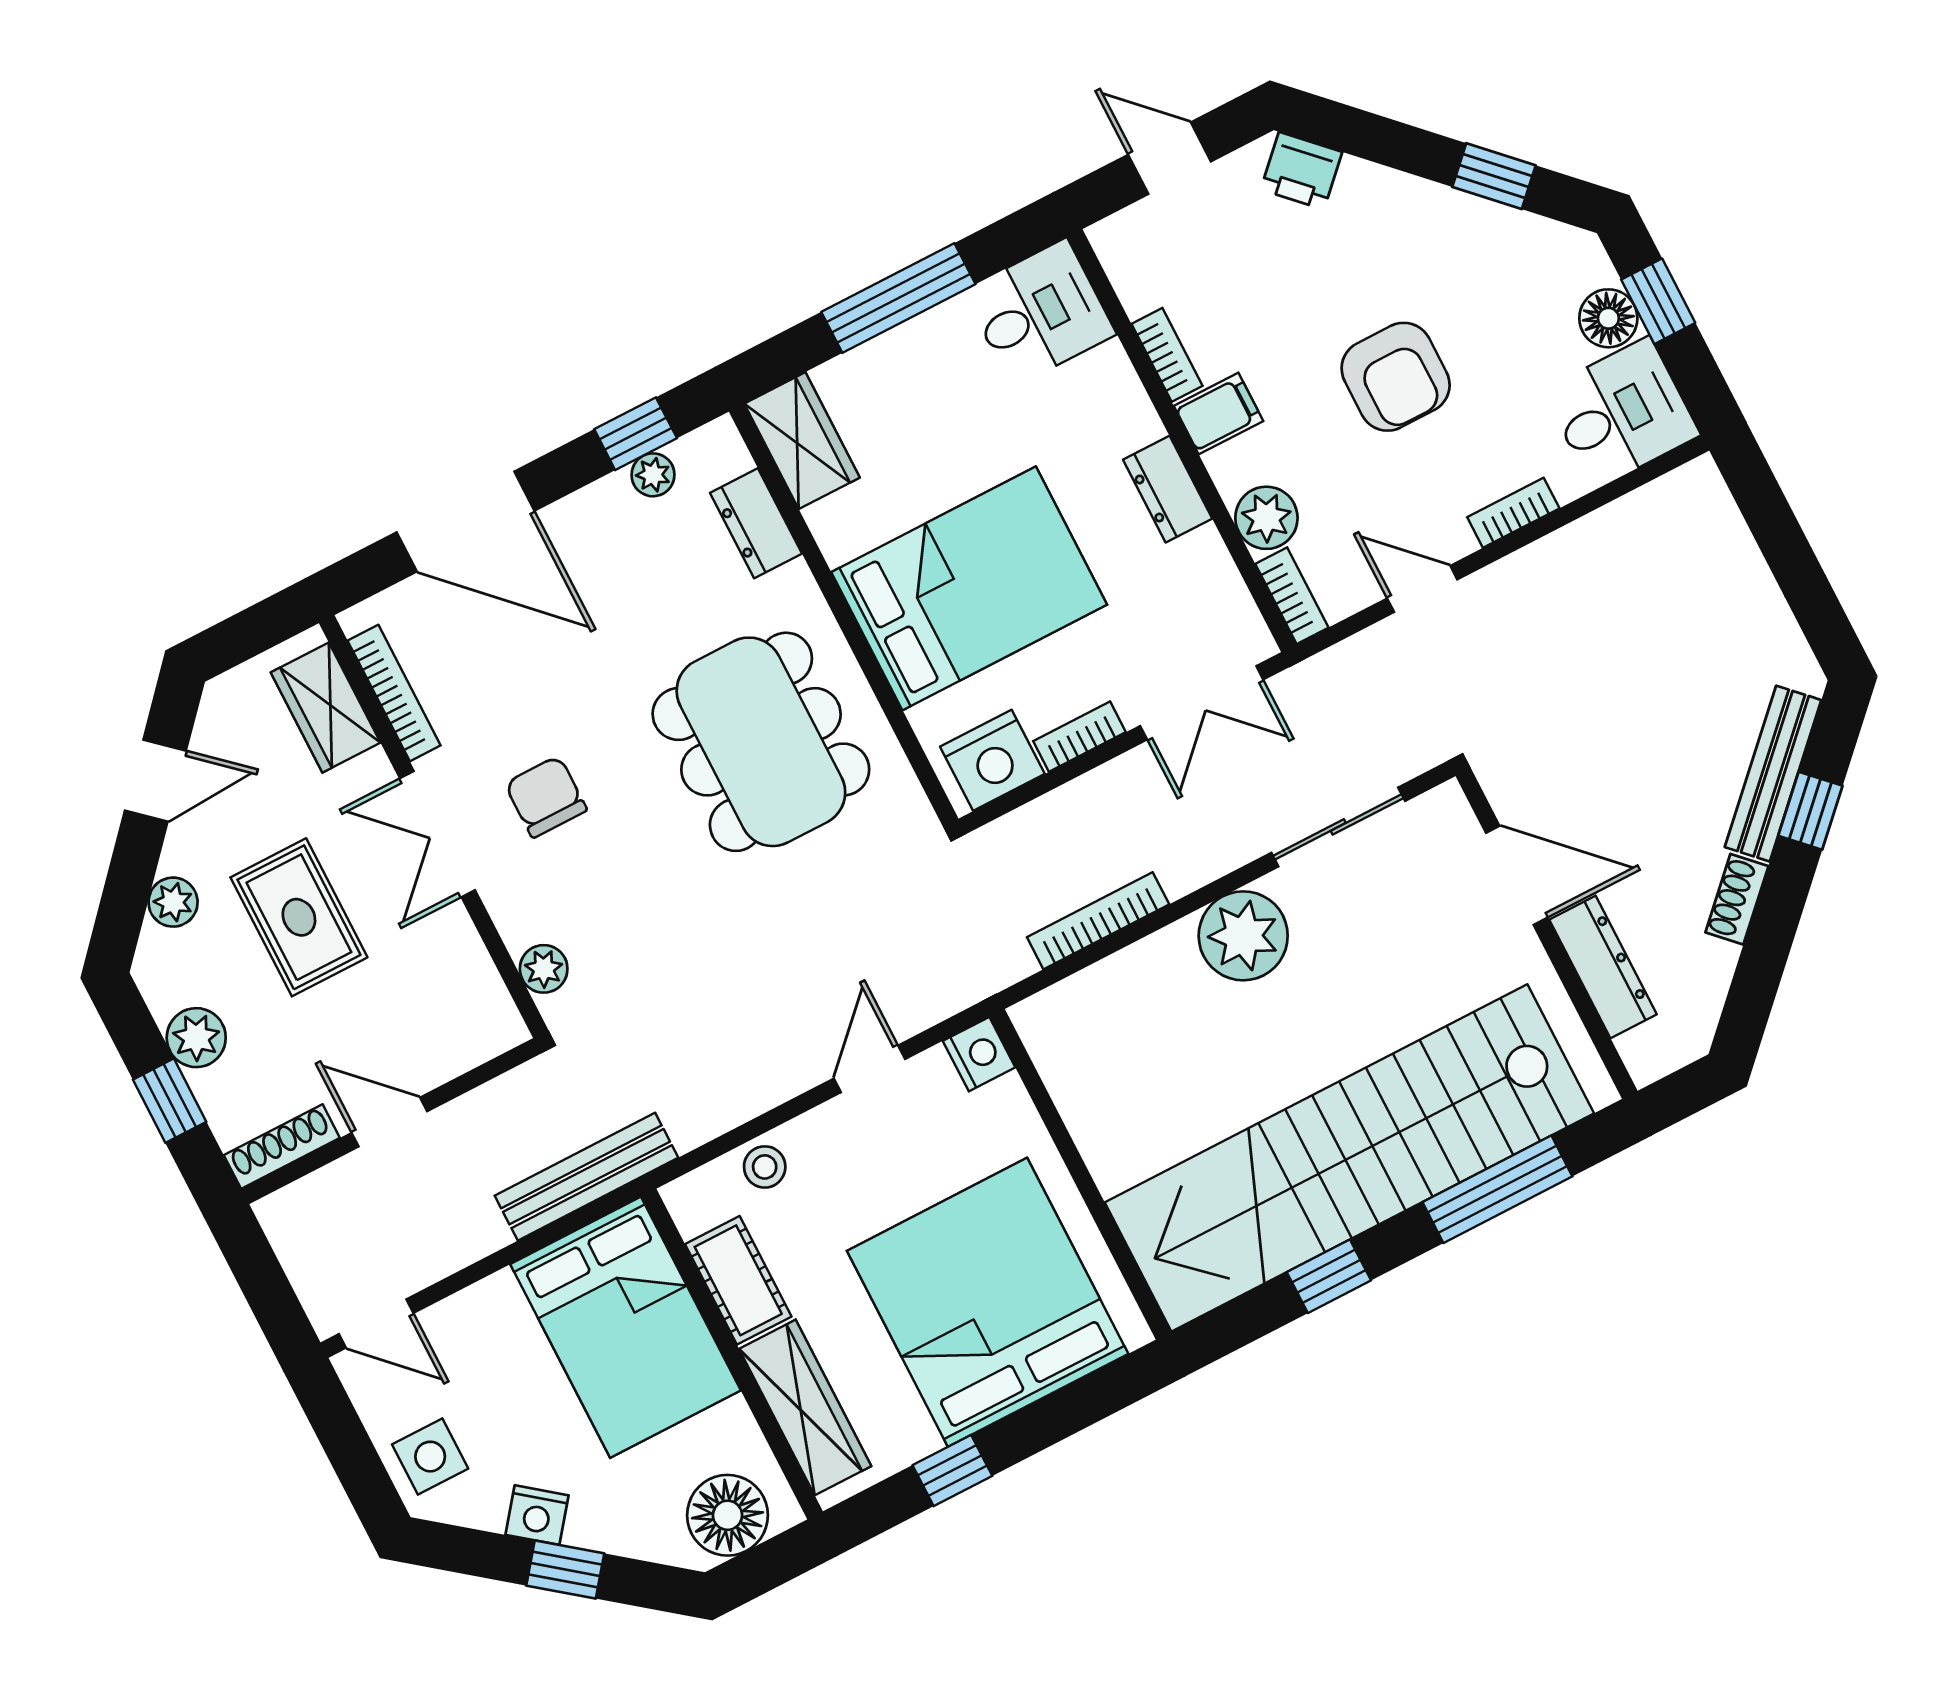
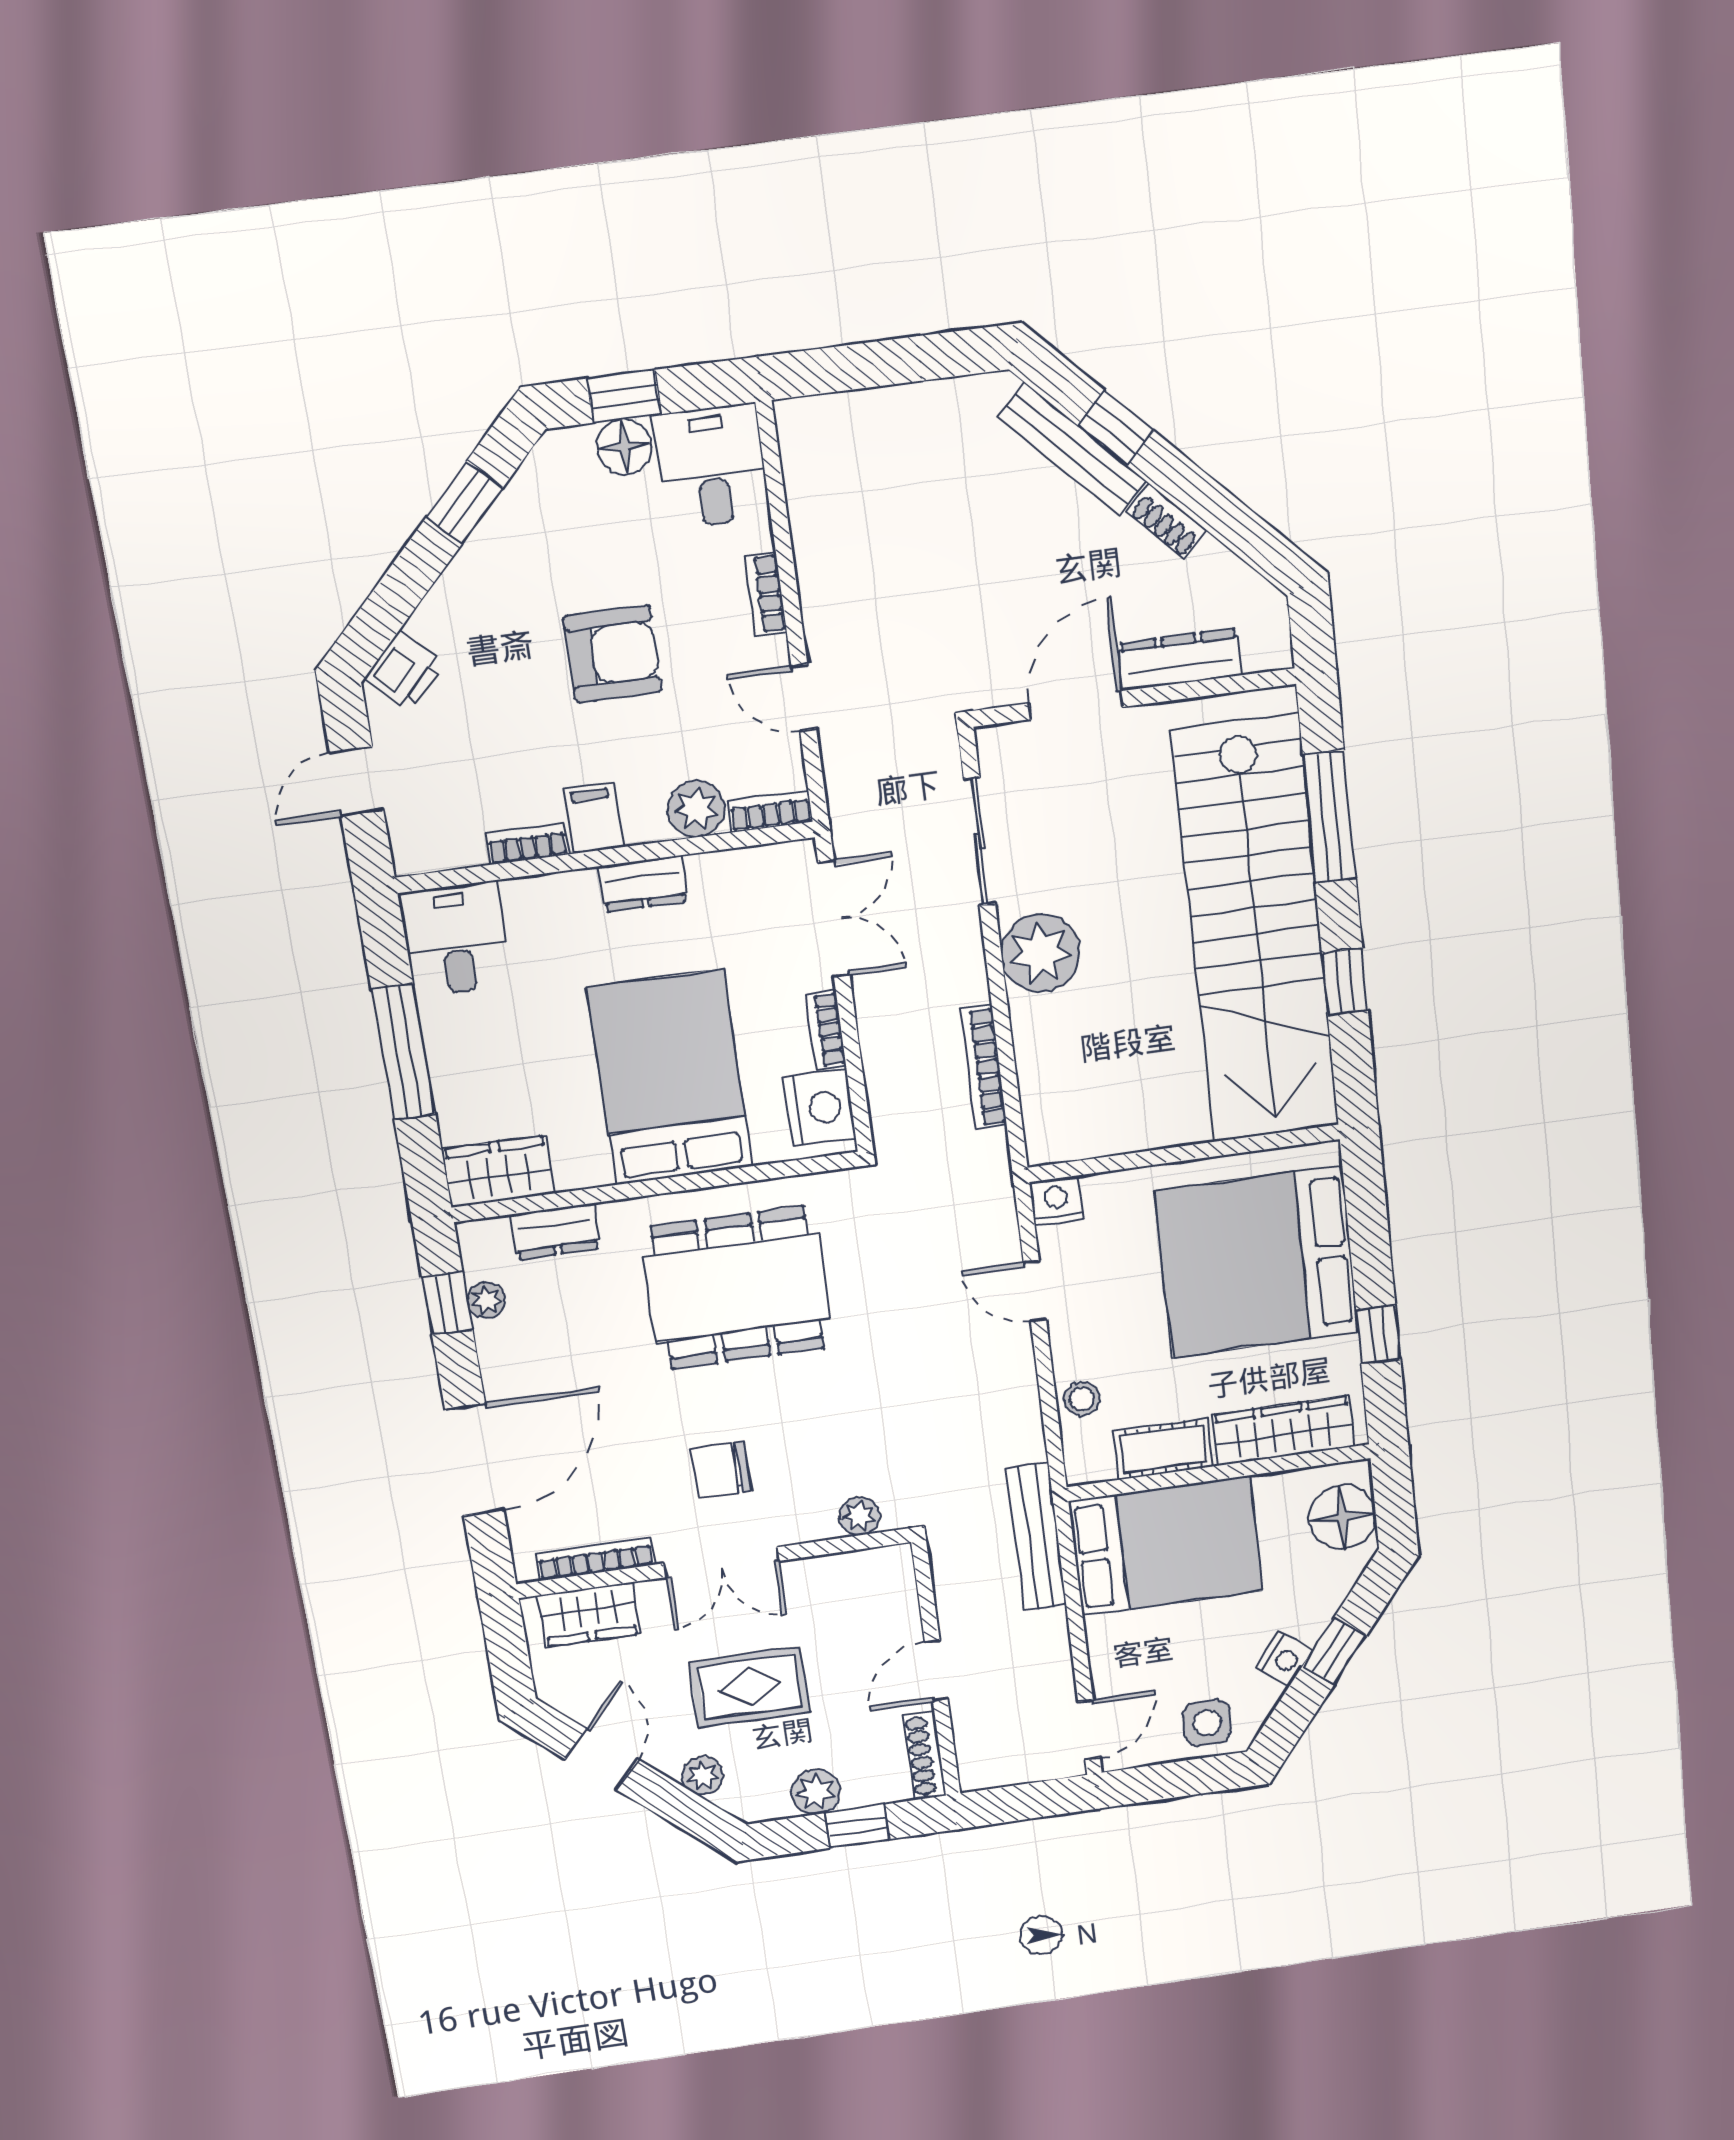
door: (1422, 589) -> (804, 698), hinge flipped

